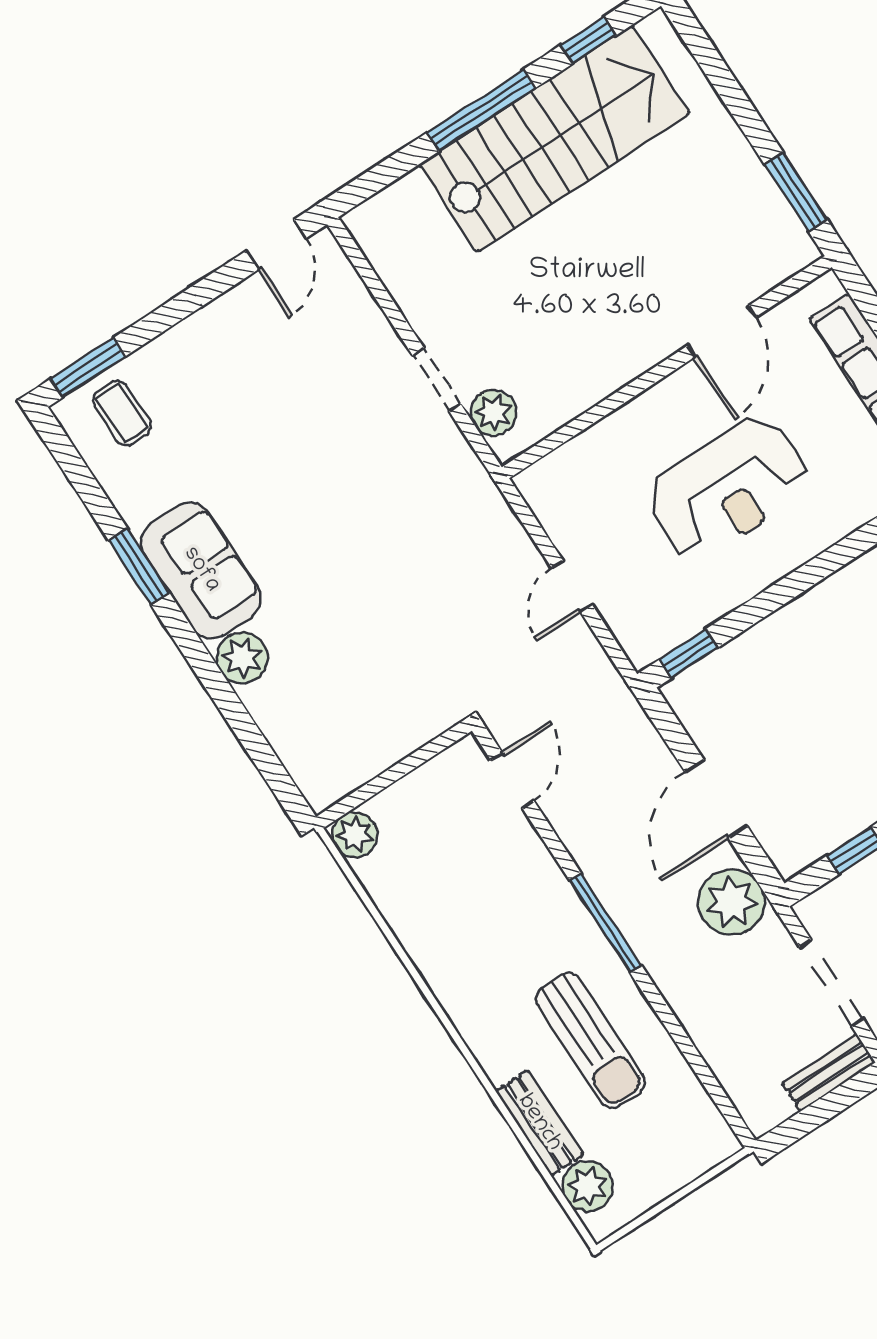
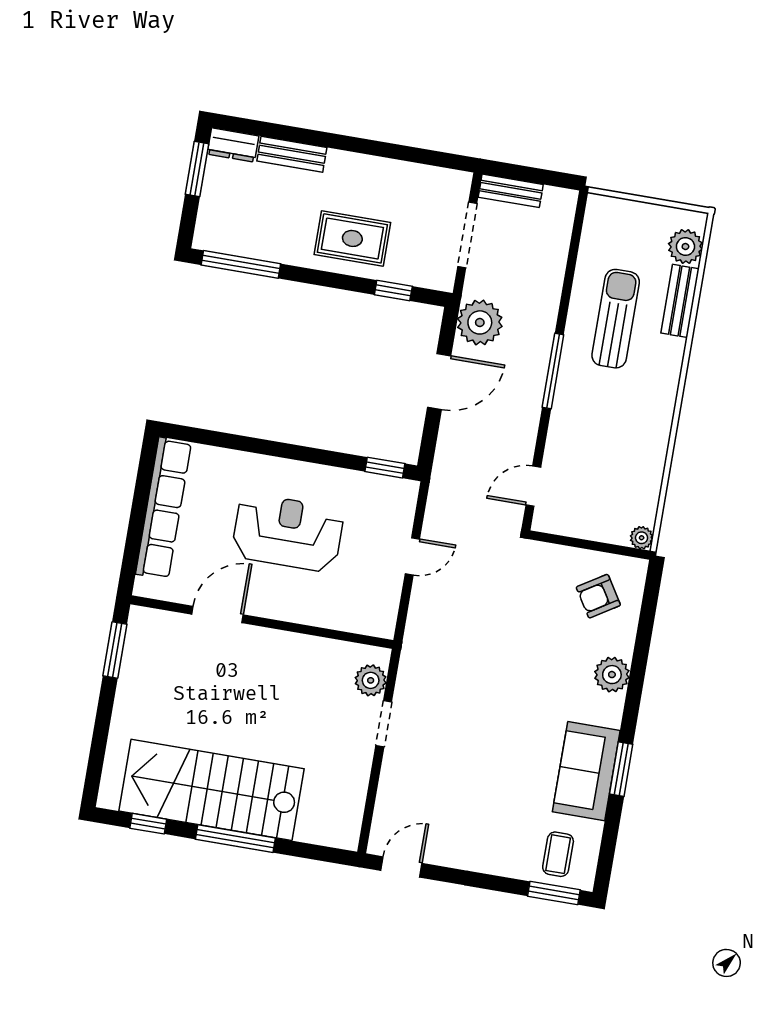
sofa: (201, 570) -> (586, 771), moved
armchair: (334, 728) -> (598, 596), added
plant: (355, 835) -> (642, 538), width x0.73, depth x0.73

